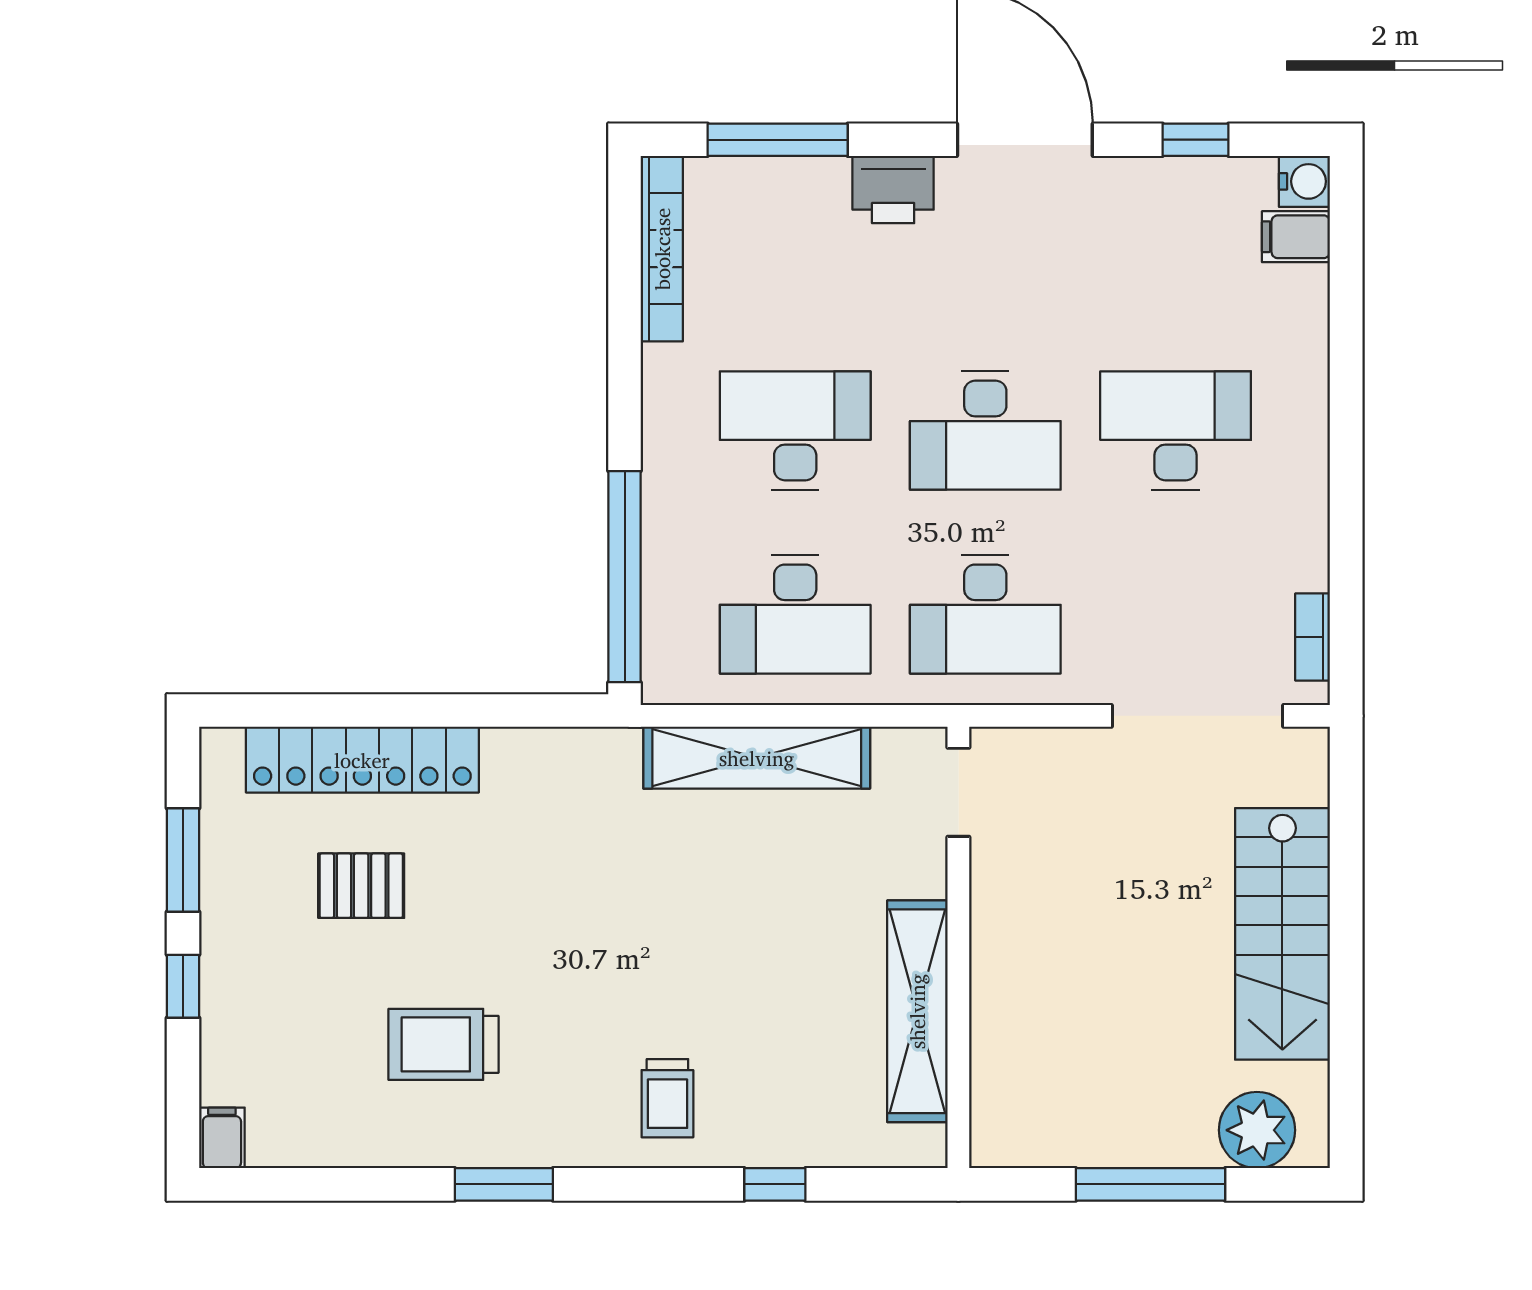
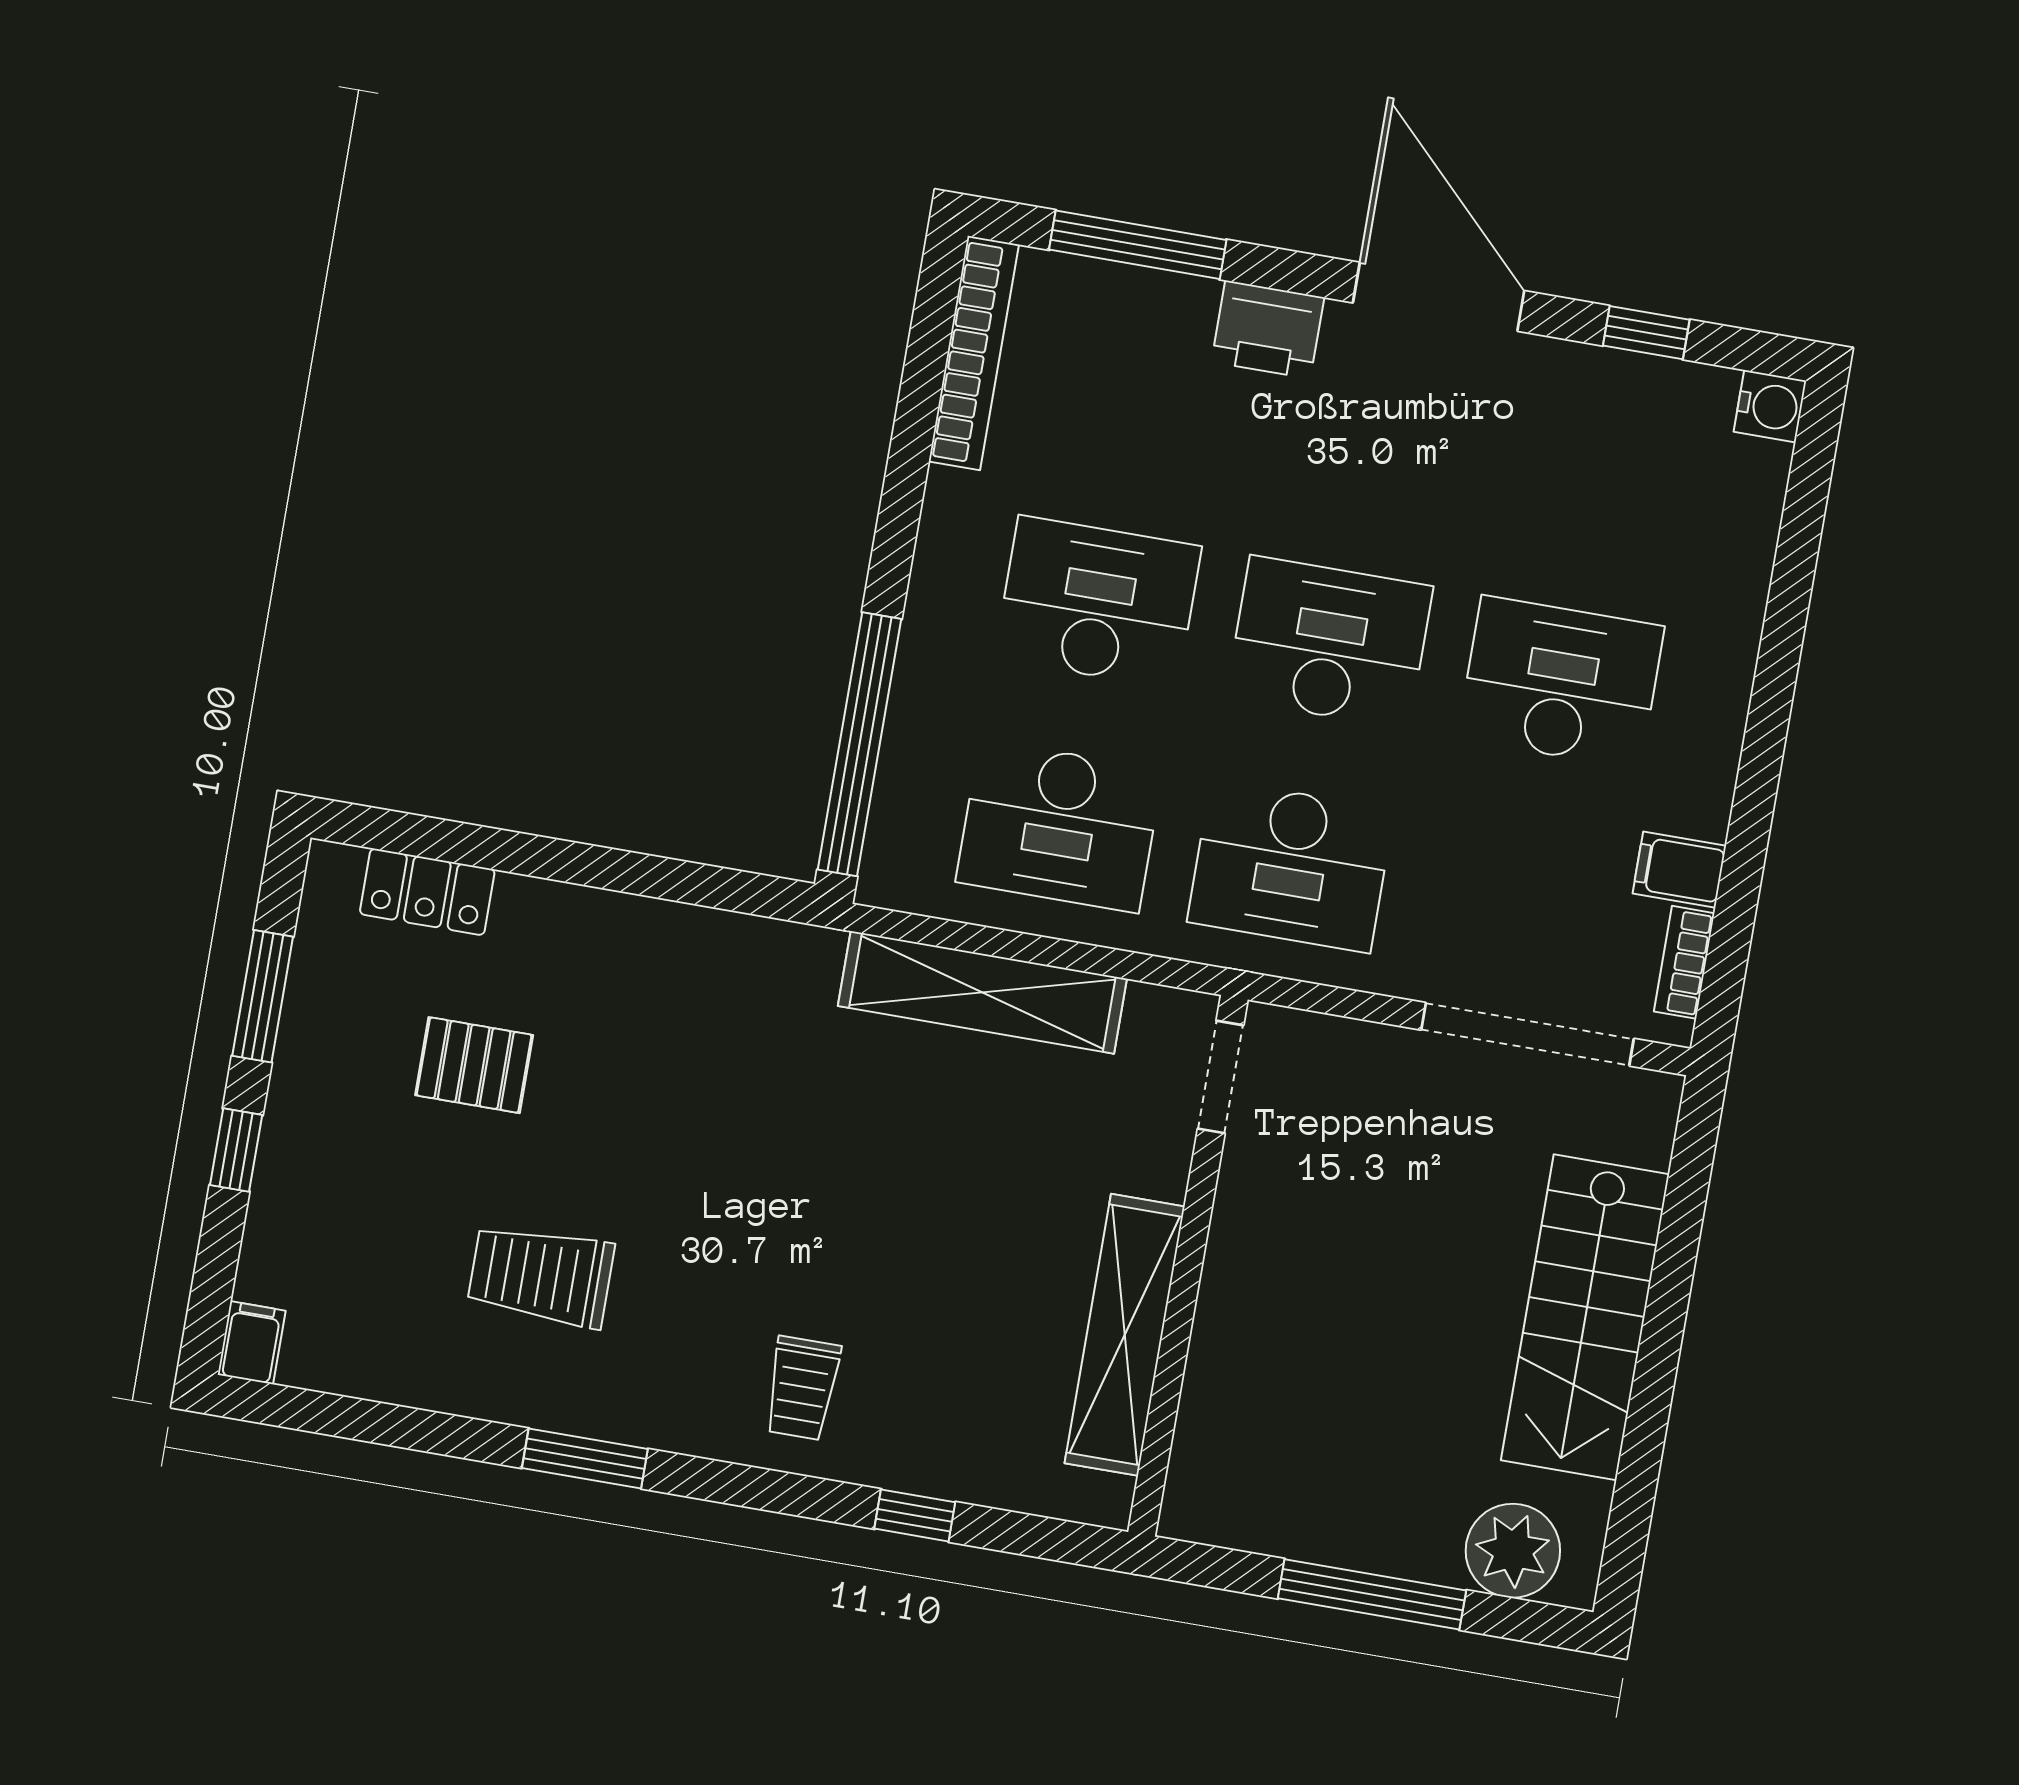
filing cabinet: (1296, 237) -> (1679, 870), moved
desk: (985, 431) -> (1329, 642), turned 180
locker: (362, 760) -> (427, 892), width x0.46, depth x0.83

